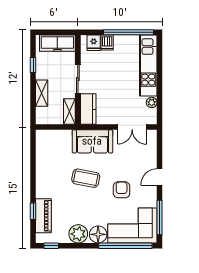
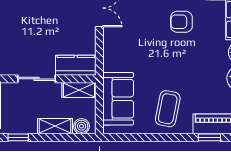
boiler: (42, 113) -> (82, 126), added
sofa: (92, 141) -> (118, 99), moved
coffee table: (86, 178) -> (168, 109), moved

